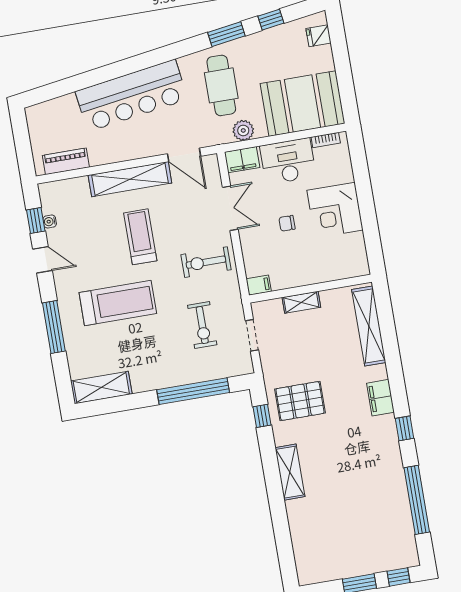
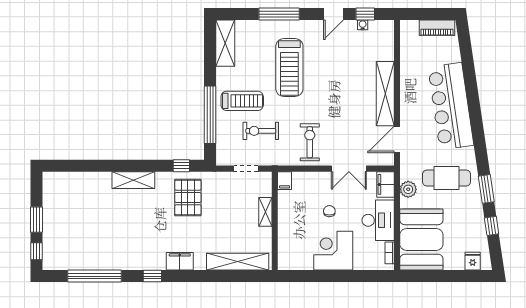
piano: (66, 161) -> (437, 28), moved, turned 90
treadmill: (140, 237) -> (242, 101), moved

